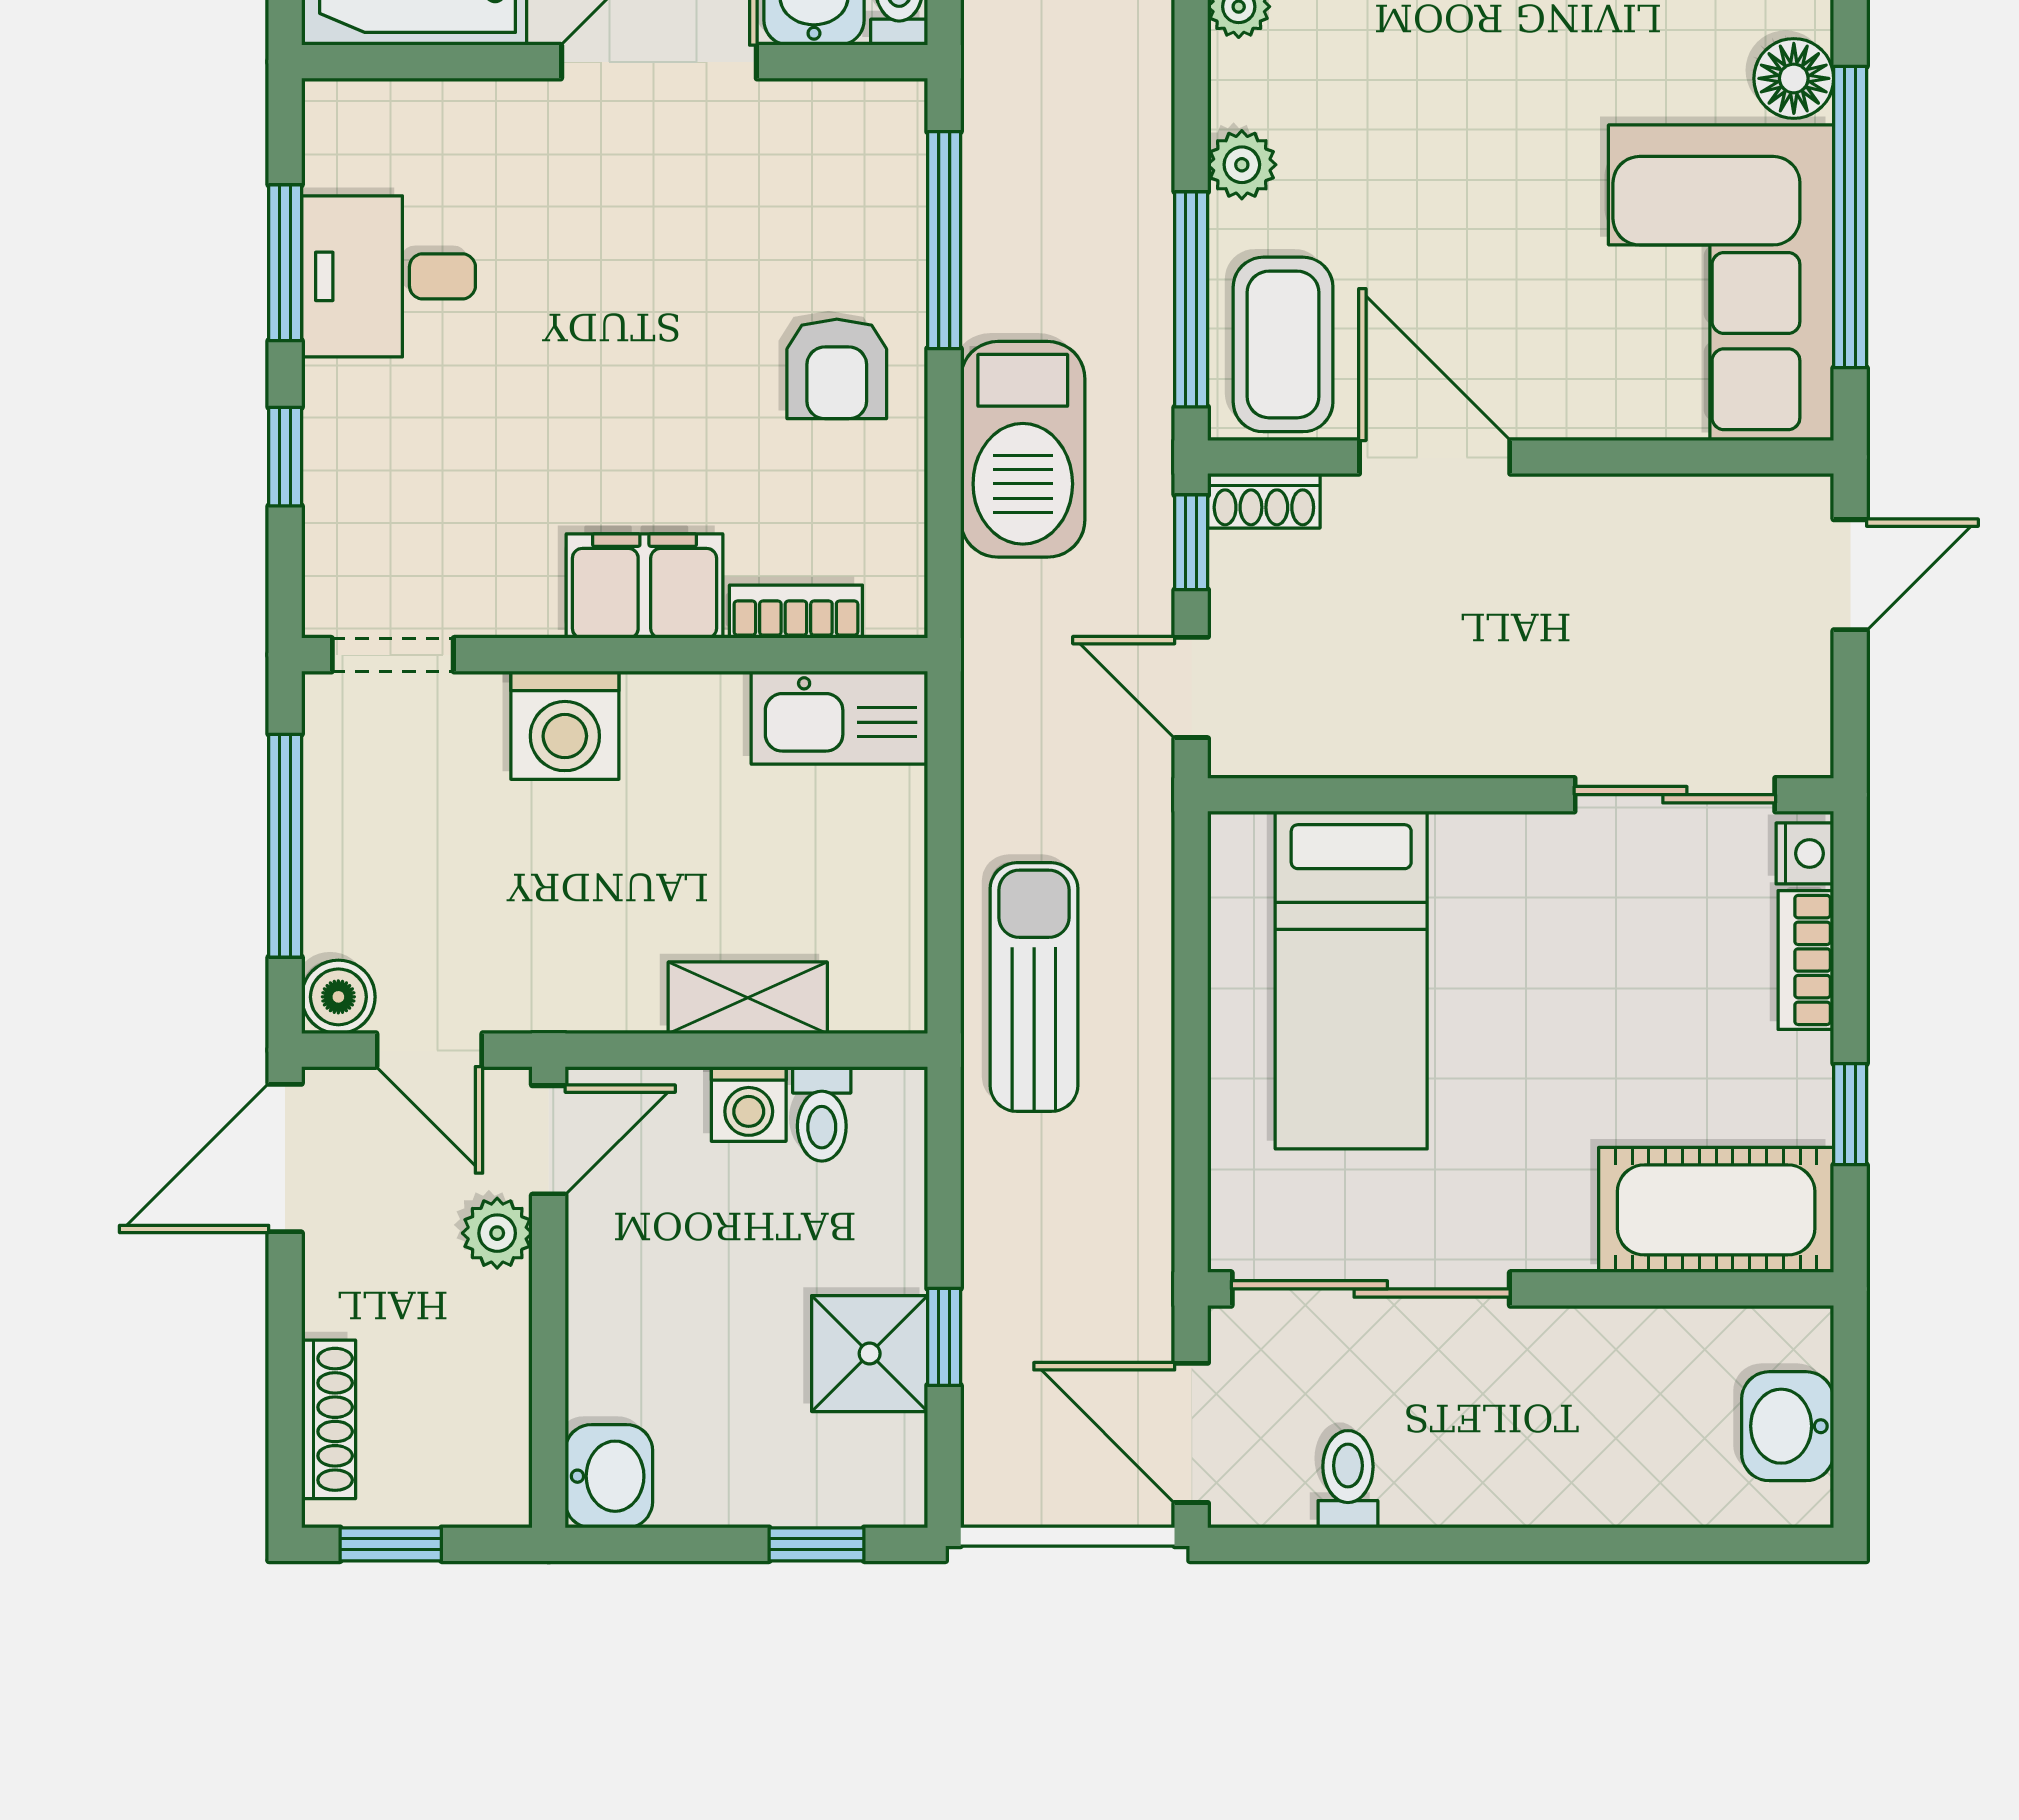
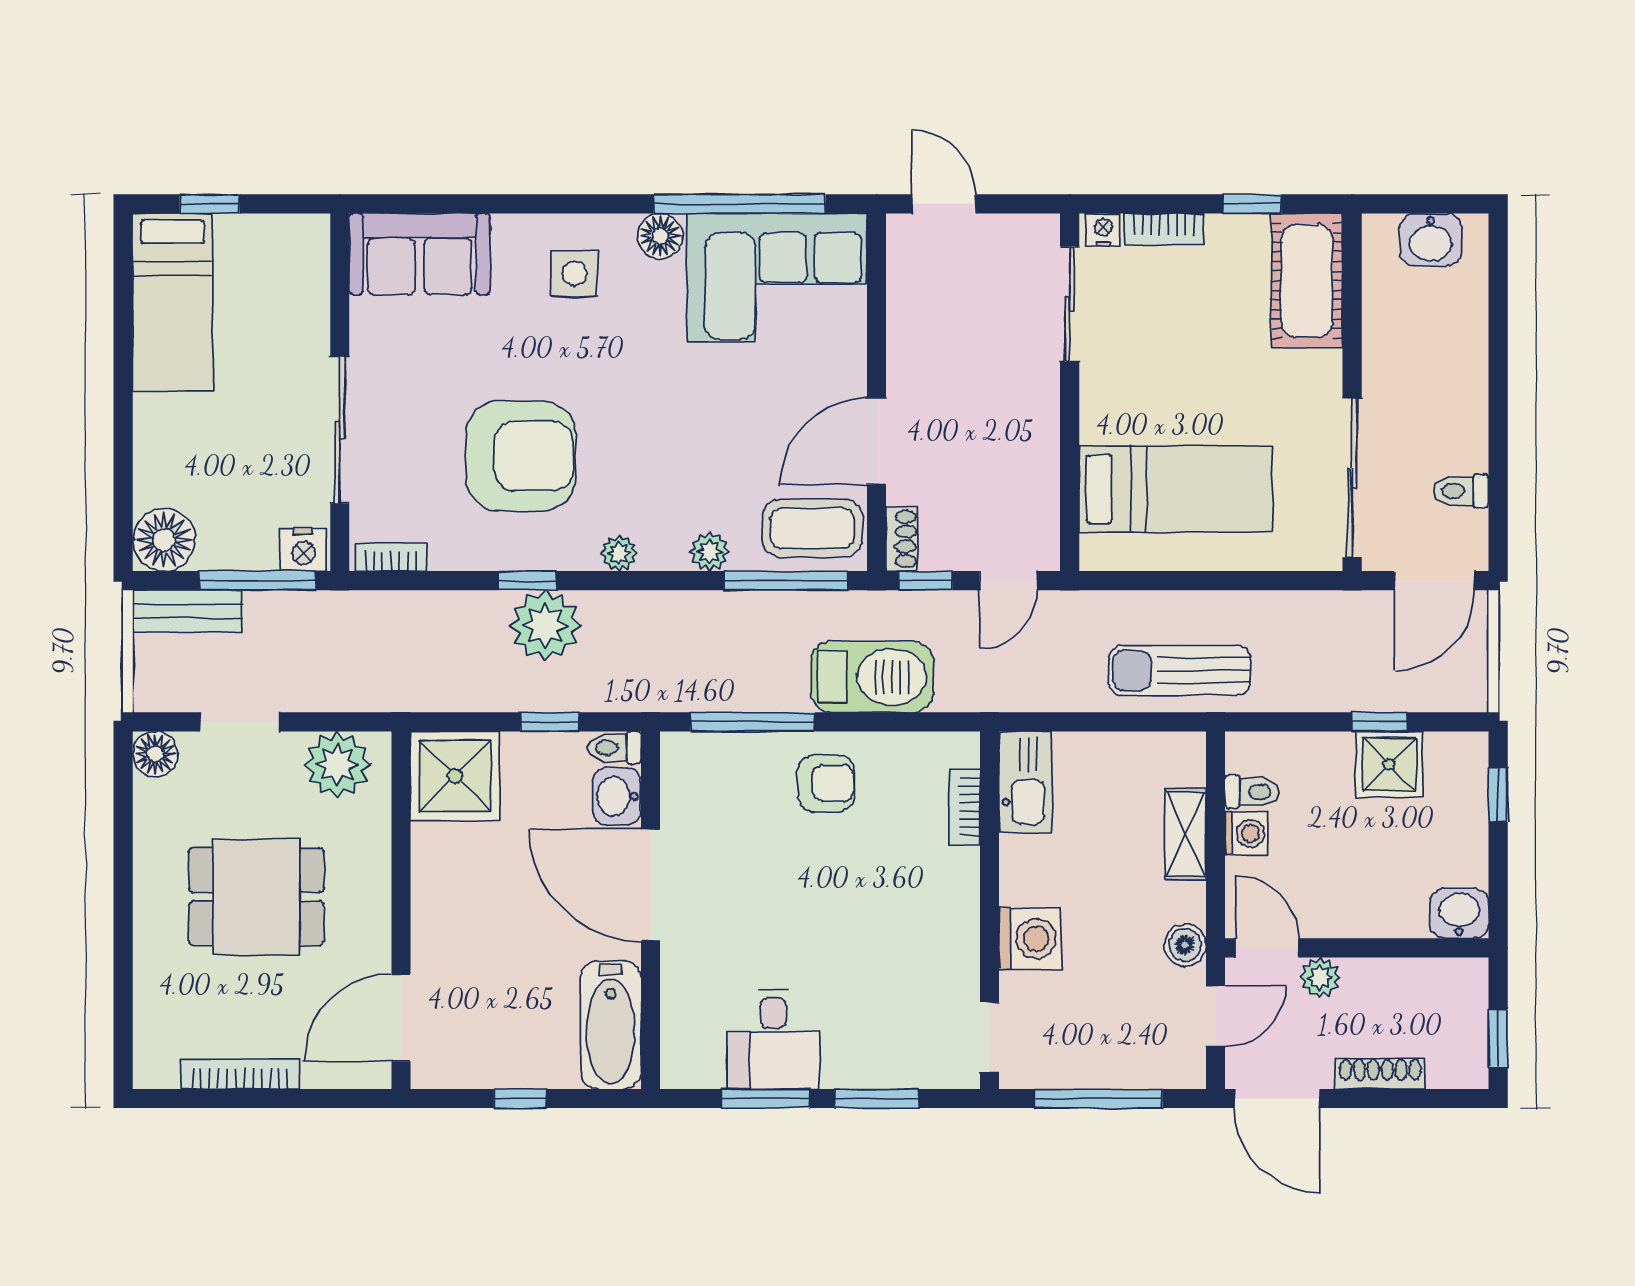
window: (285, 457) -> (876, 1099), width x1.50
filing cabinet: (644, 586) -> (950, 893), removed
boiler: (338, 997) -> (1185, 945), moved
shoe rack: (329, 1419) -> (1380, 1074), moved

